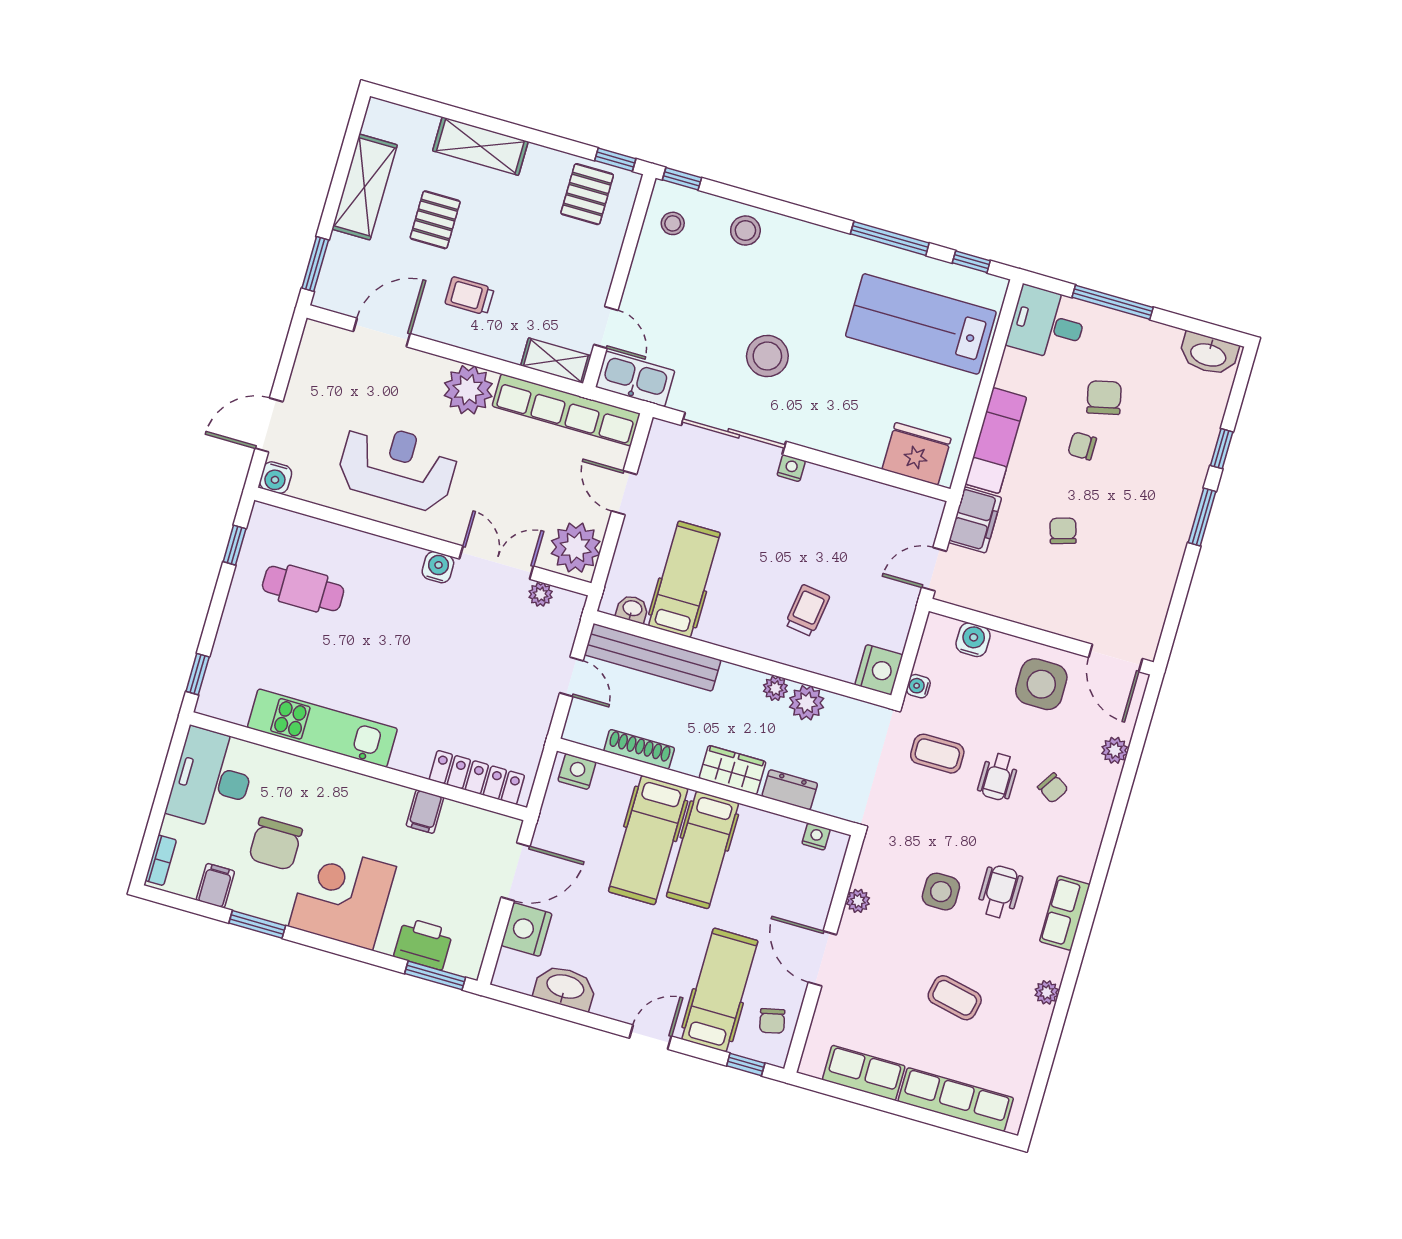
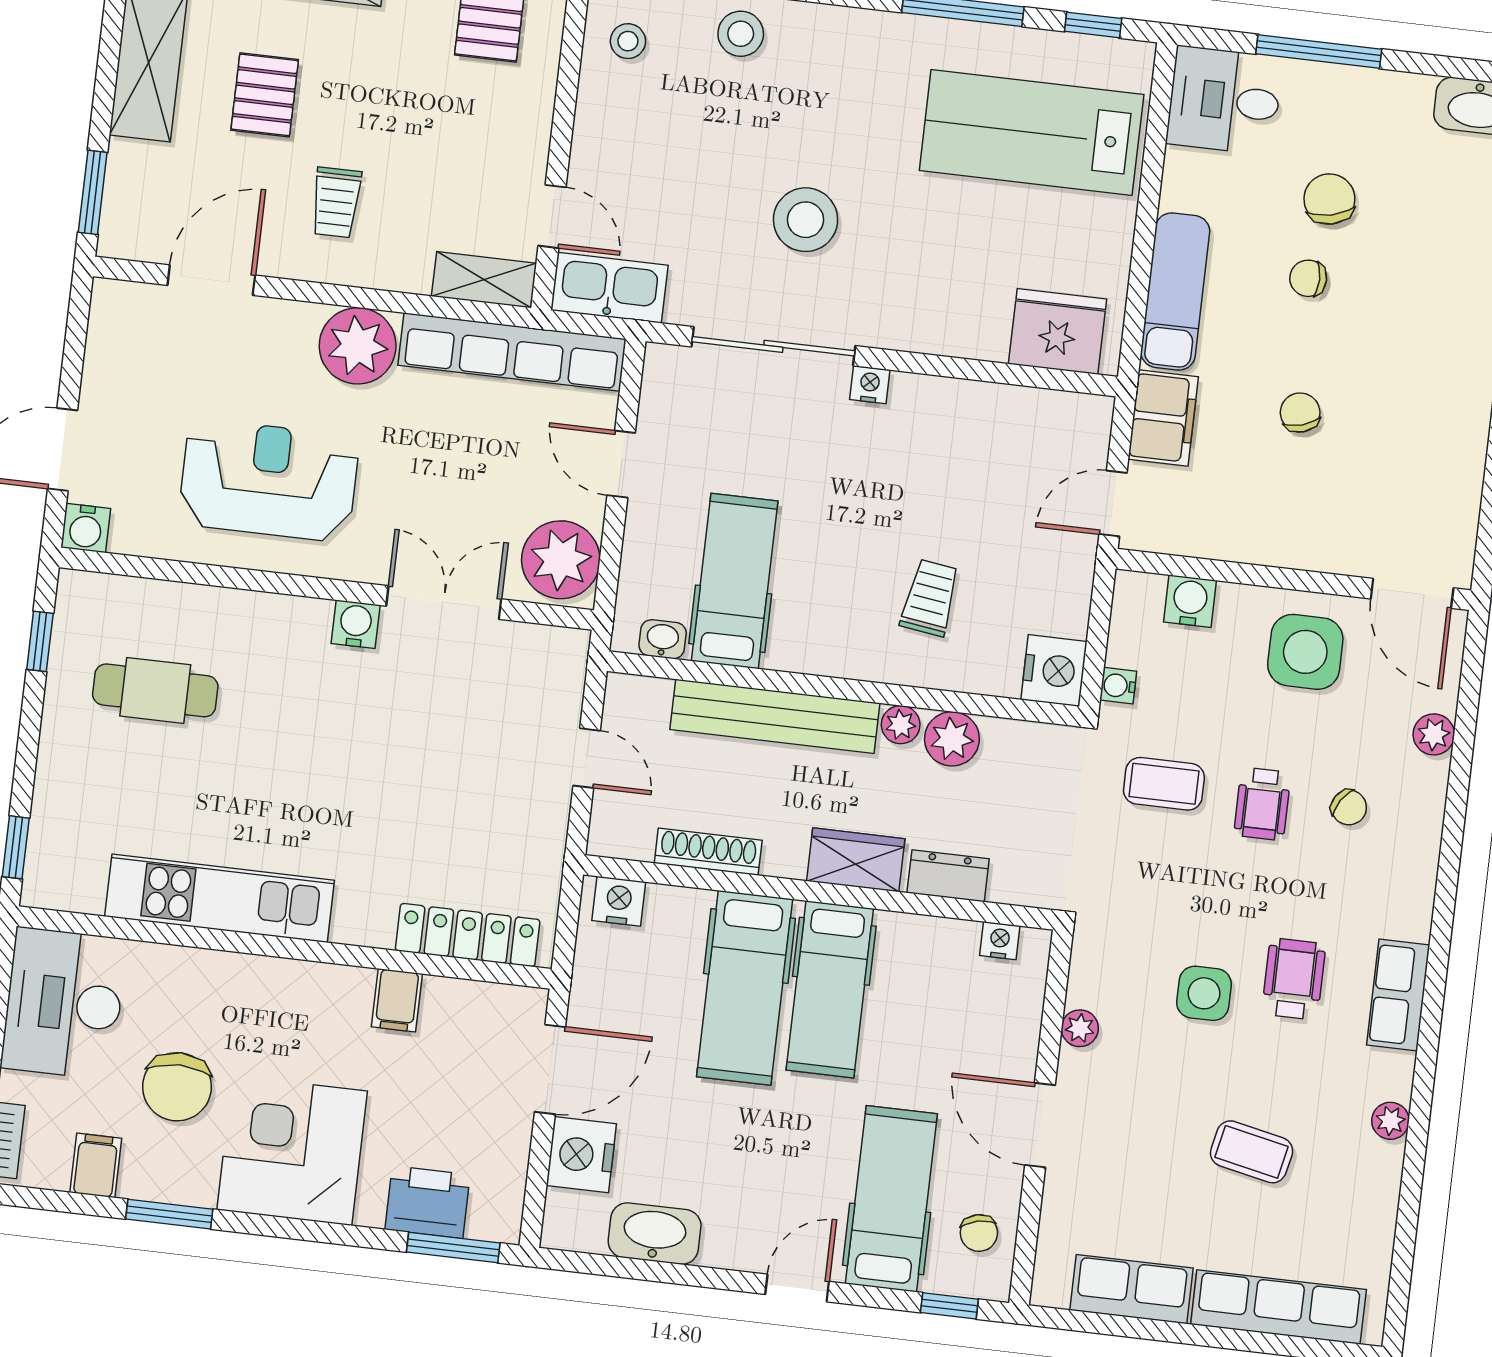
trolley: (470, 296) -> (336, 202), turned -90
plant: (541, 594) -> (519, 640), removed
bench: (653, 657) -> (775, 716), moved

